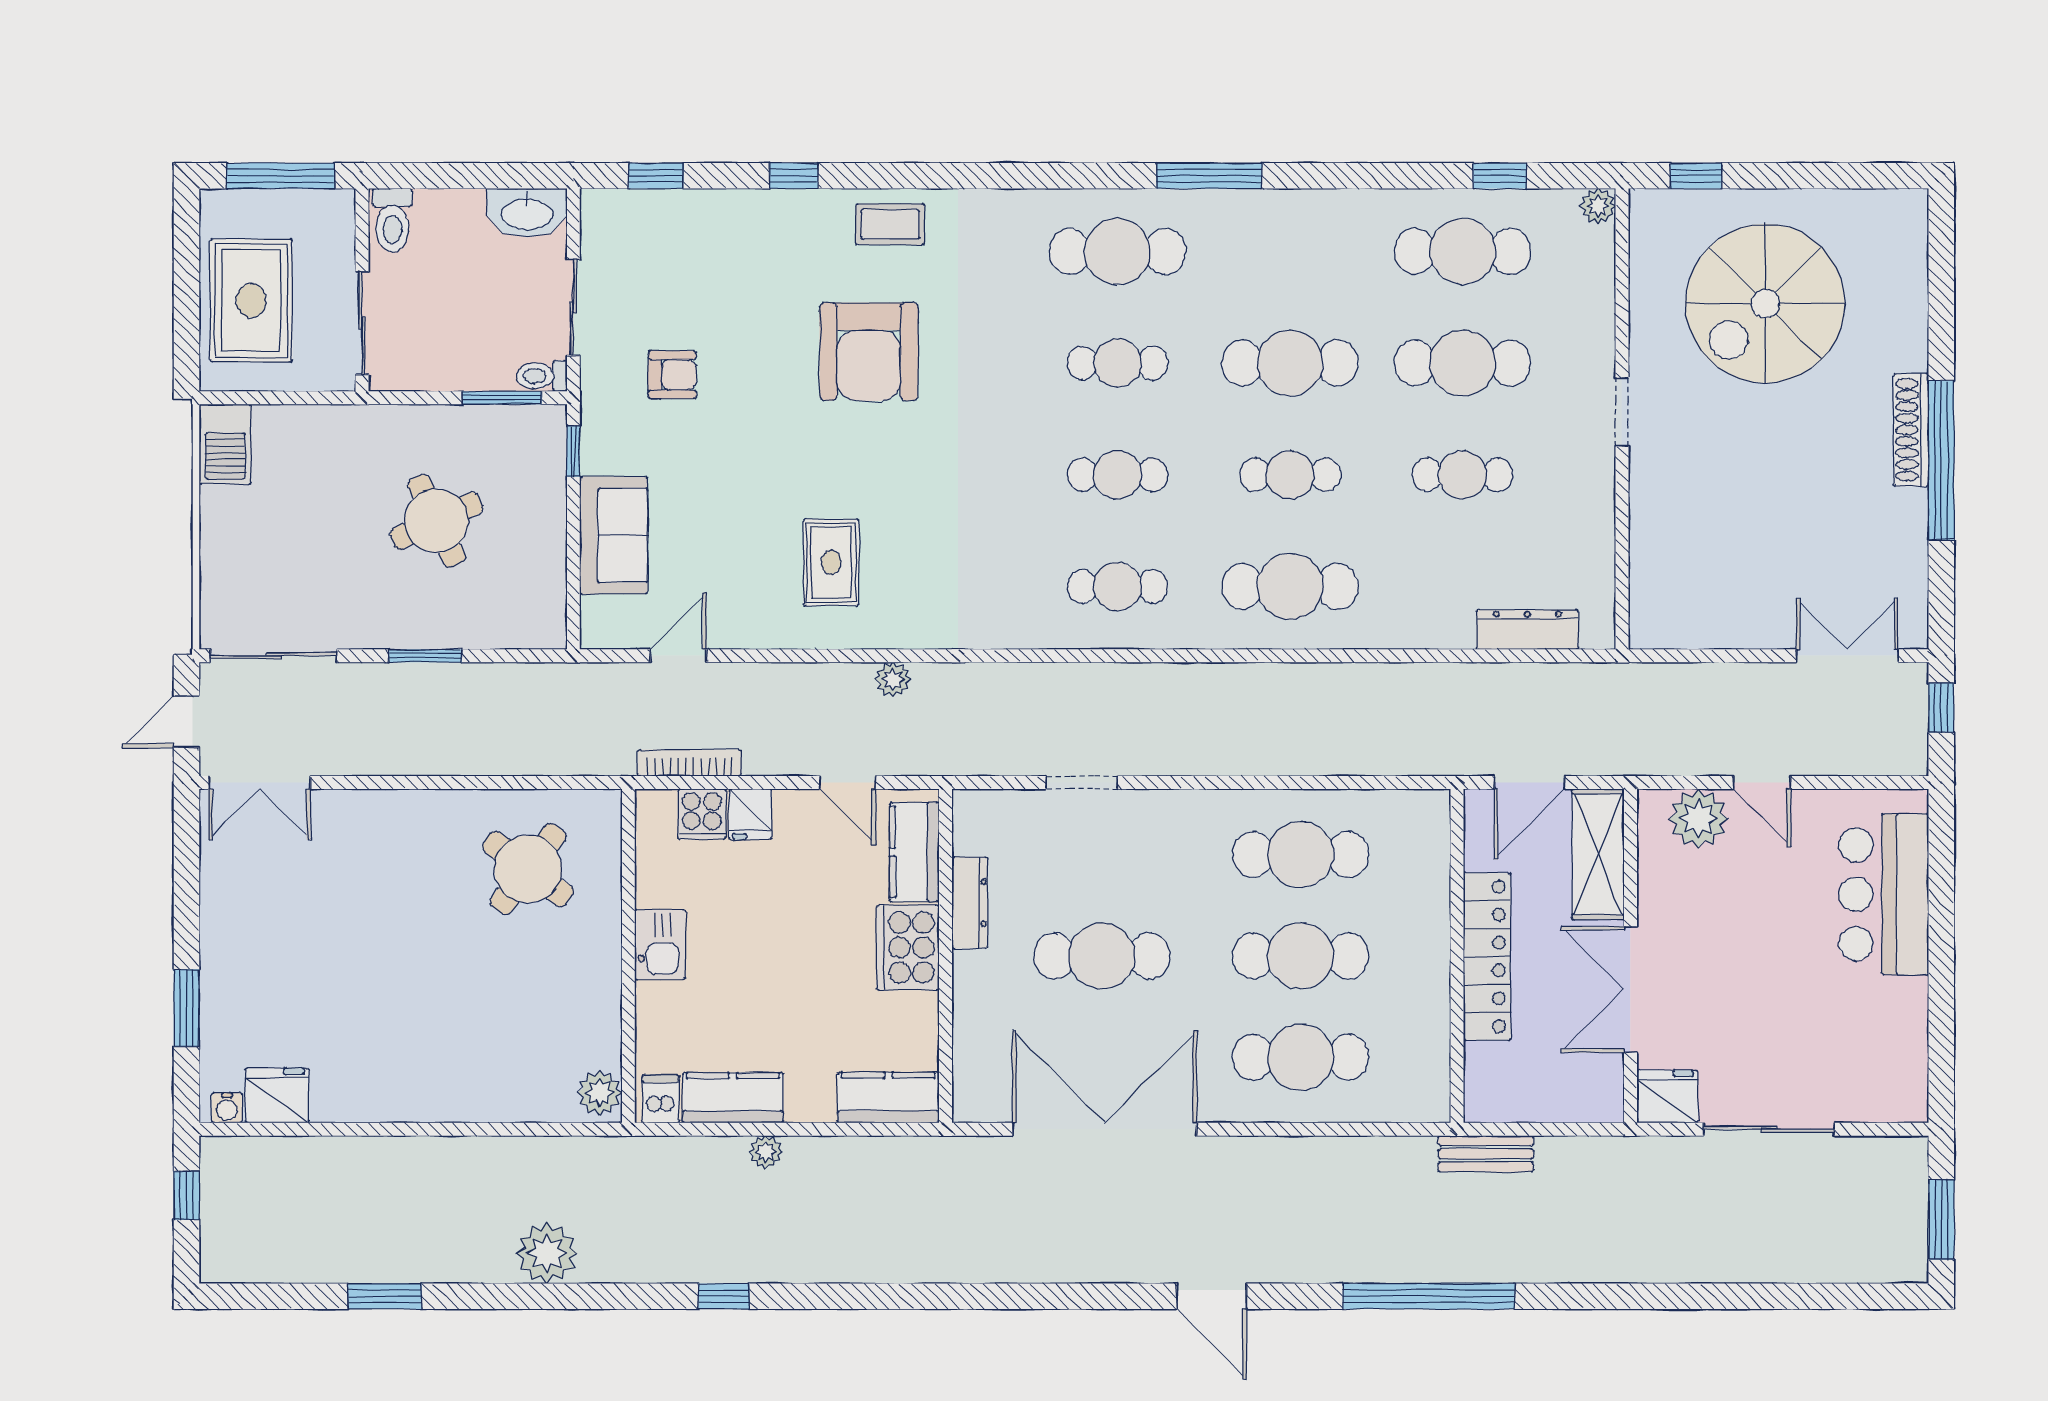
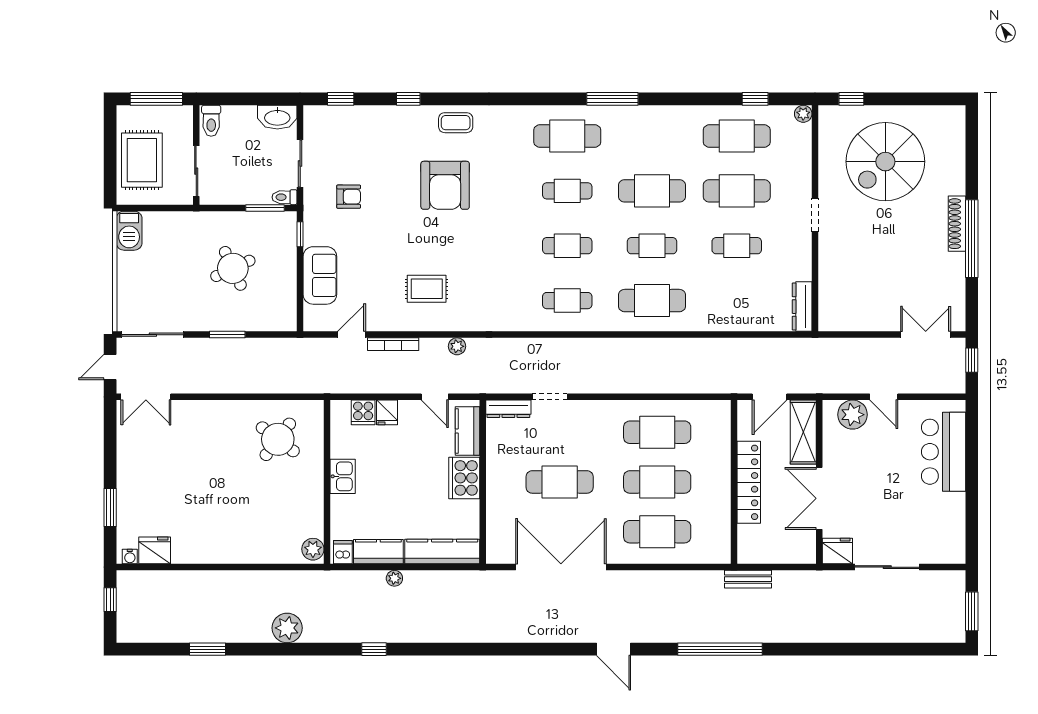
rug: (831, 562) -> (427, 289), turned 90
dresser: (1527, 629) -> (802, 307), moved, turned -90
bookcase: (690, 763) -> (393, 344), moved, turned 180
dresser: (970, 903) -> (508, 409), moved, turned 90
kitchen counter: (888, 1097) -> (442, 552), width x1.50

